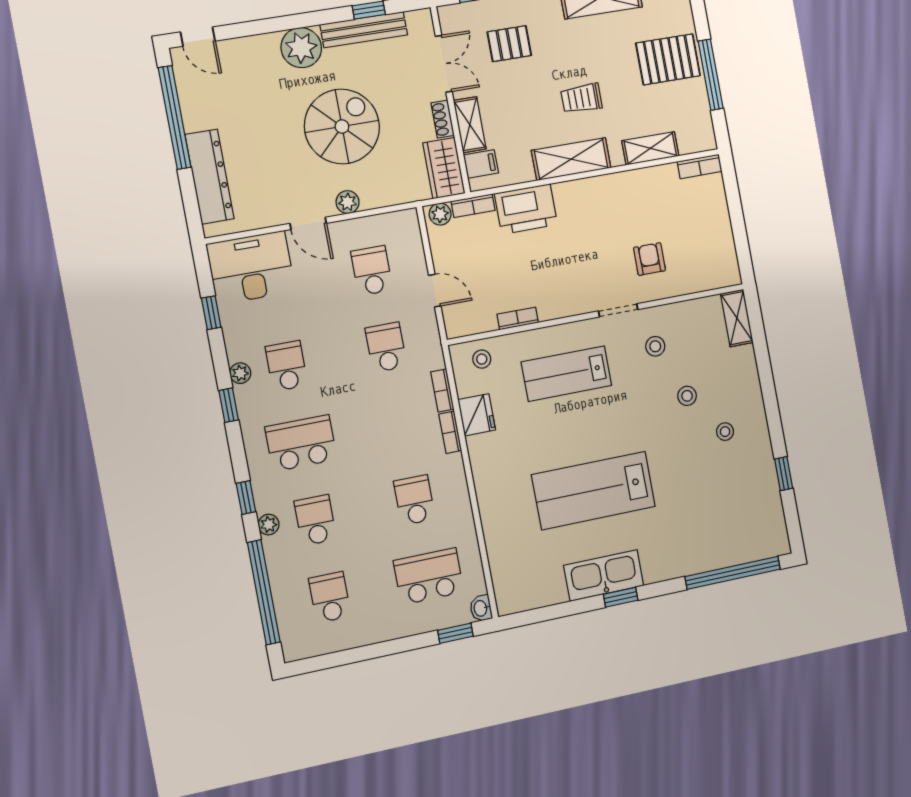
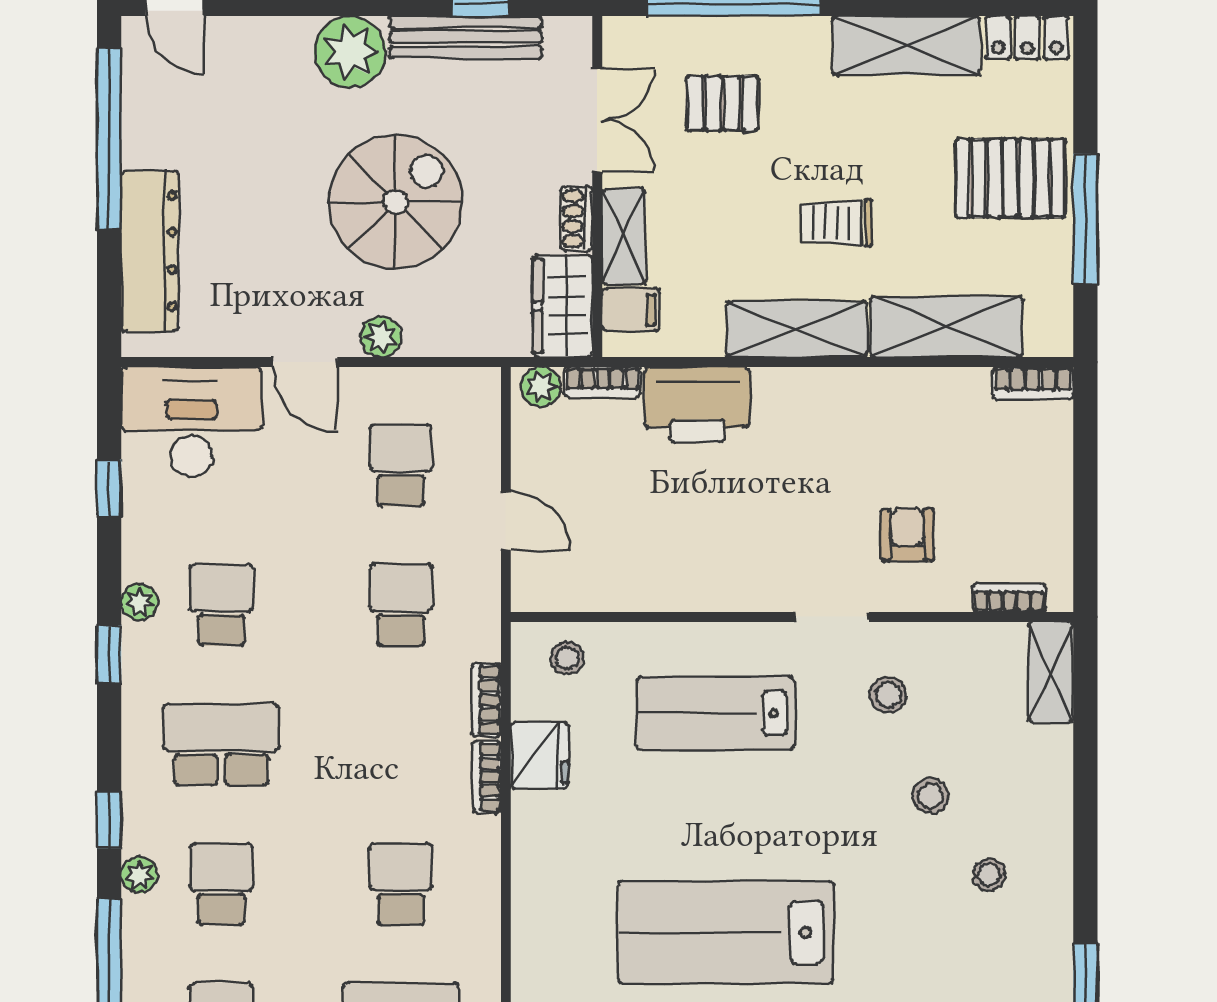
shelving: (650, 148) -> (947, 327), width x1.50, depth x1.33
bookcase: (518, 318) -> (1009, 598), moved

